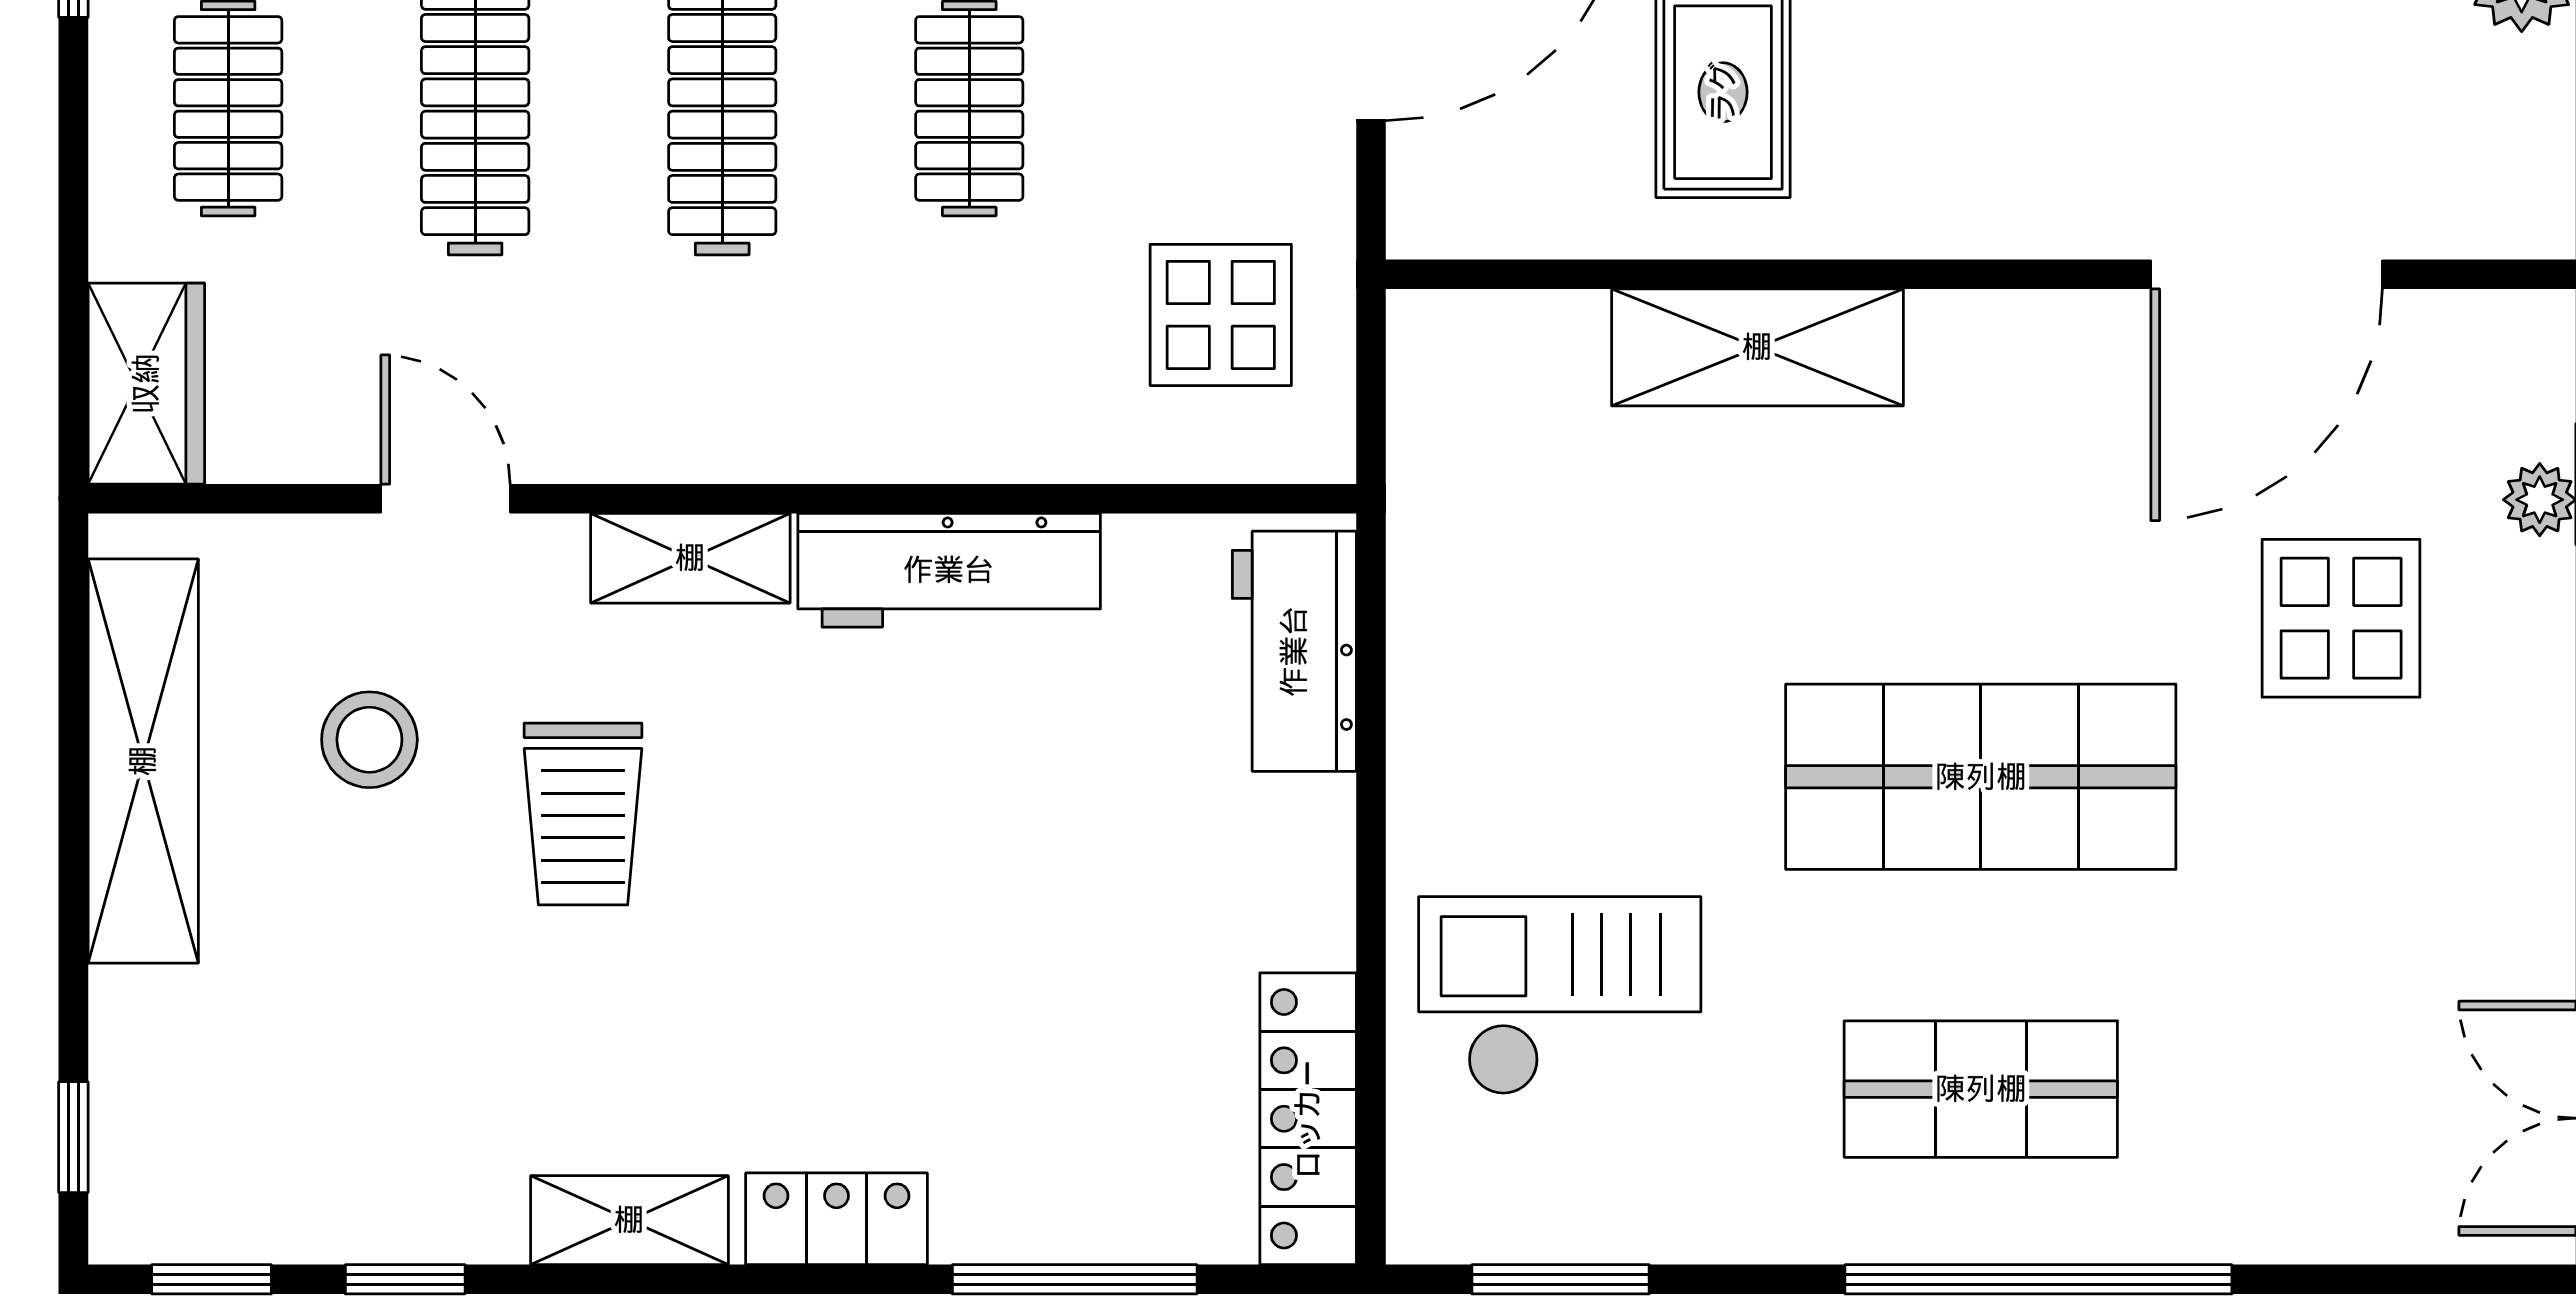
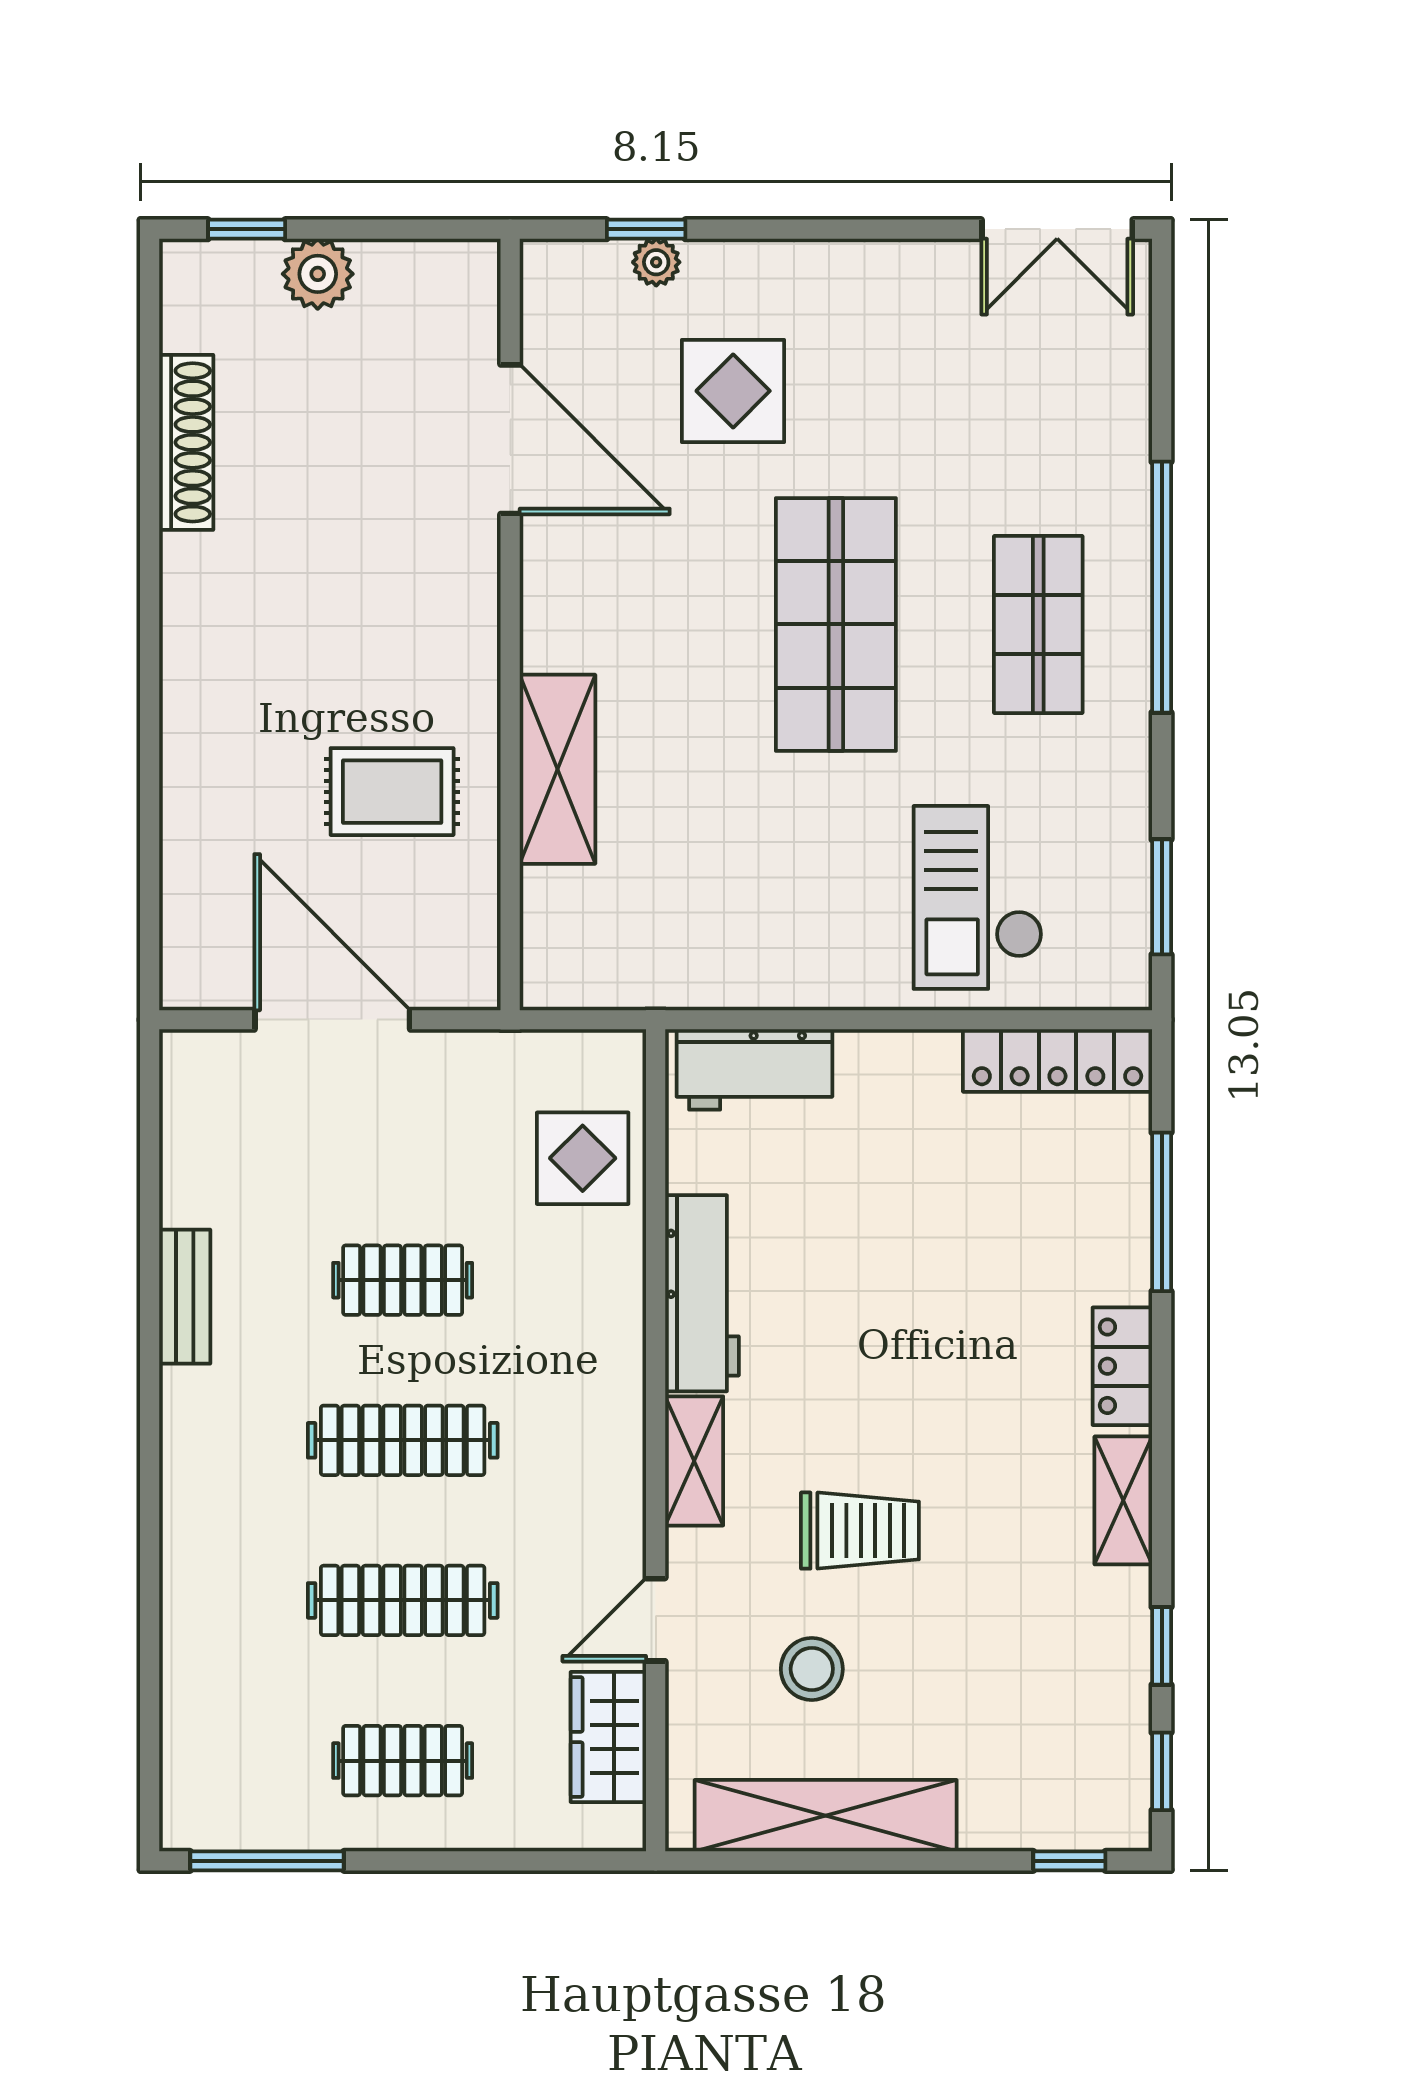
display table: (1221, 315) -> (583, 1158), moved
wardrobe: (146, 384) -> (608, 1737), moved, turned -90

